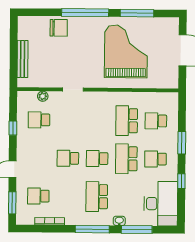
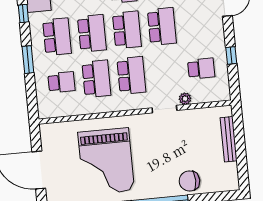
plant: (43, 96) -> (185, 99), moved
school desk: (97, 120) -> (131, 75), added
school desk: (68, 158) -> (162, 26), width x1.85
school desk: (97, 158) -> (127, 30), width x1.85
school desk: (156, 159) -> (57, 37), width x1.85

